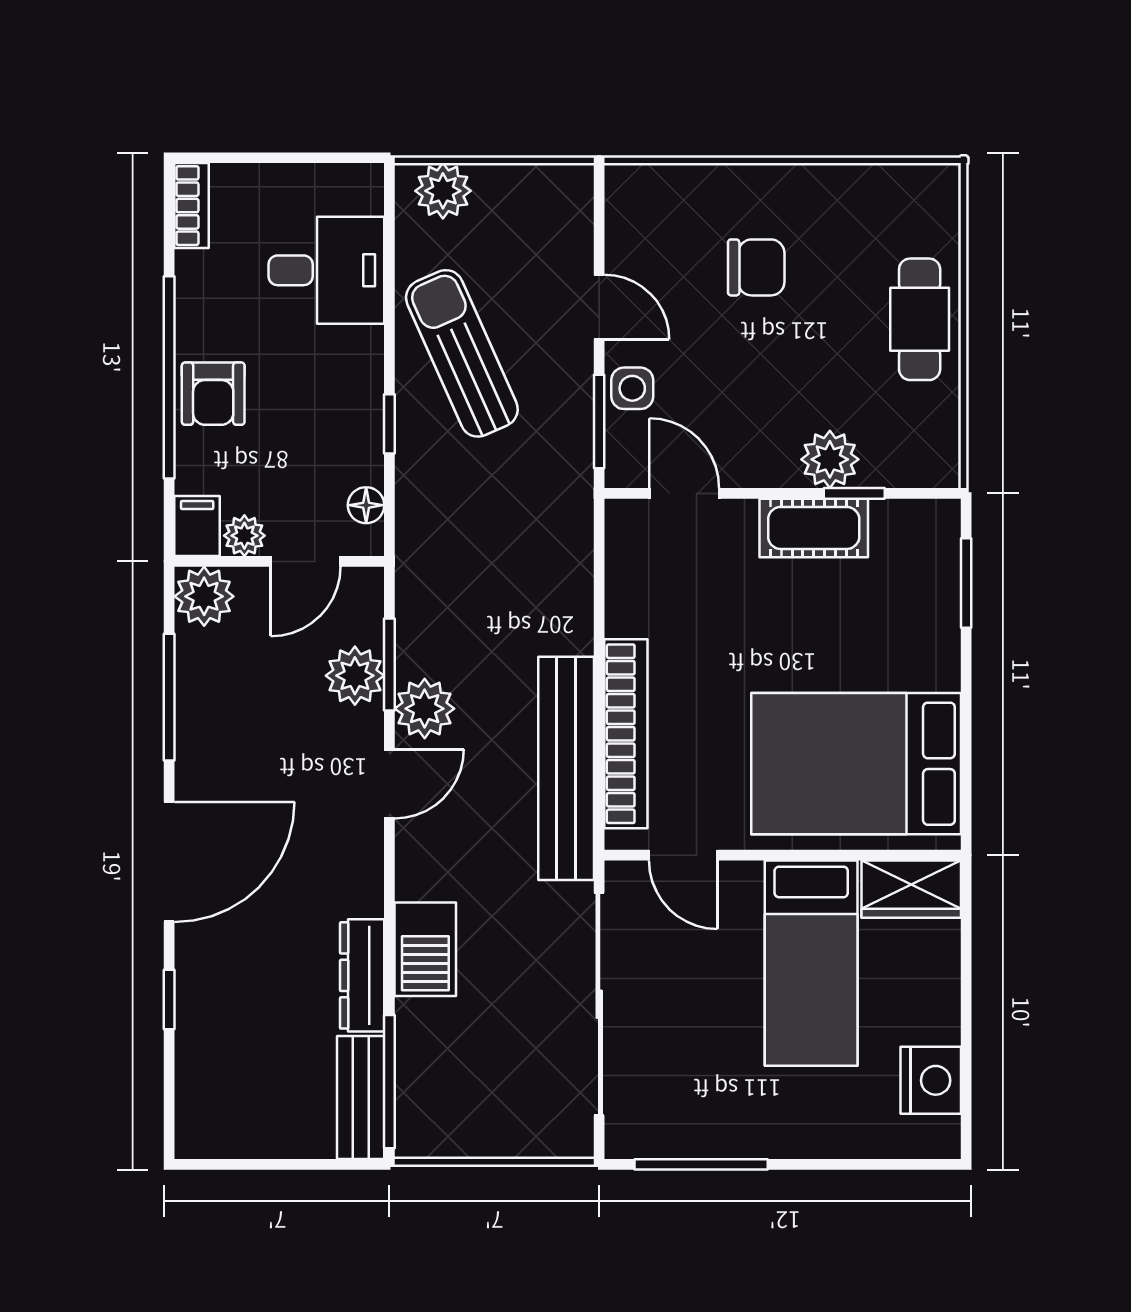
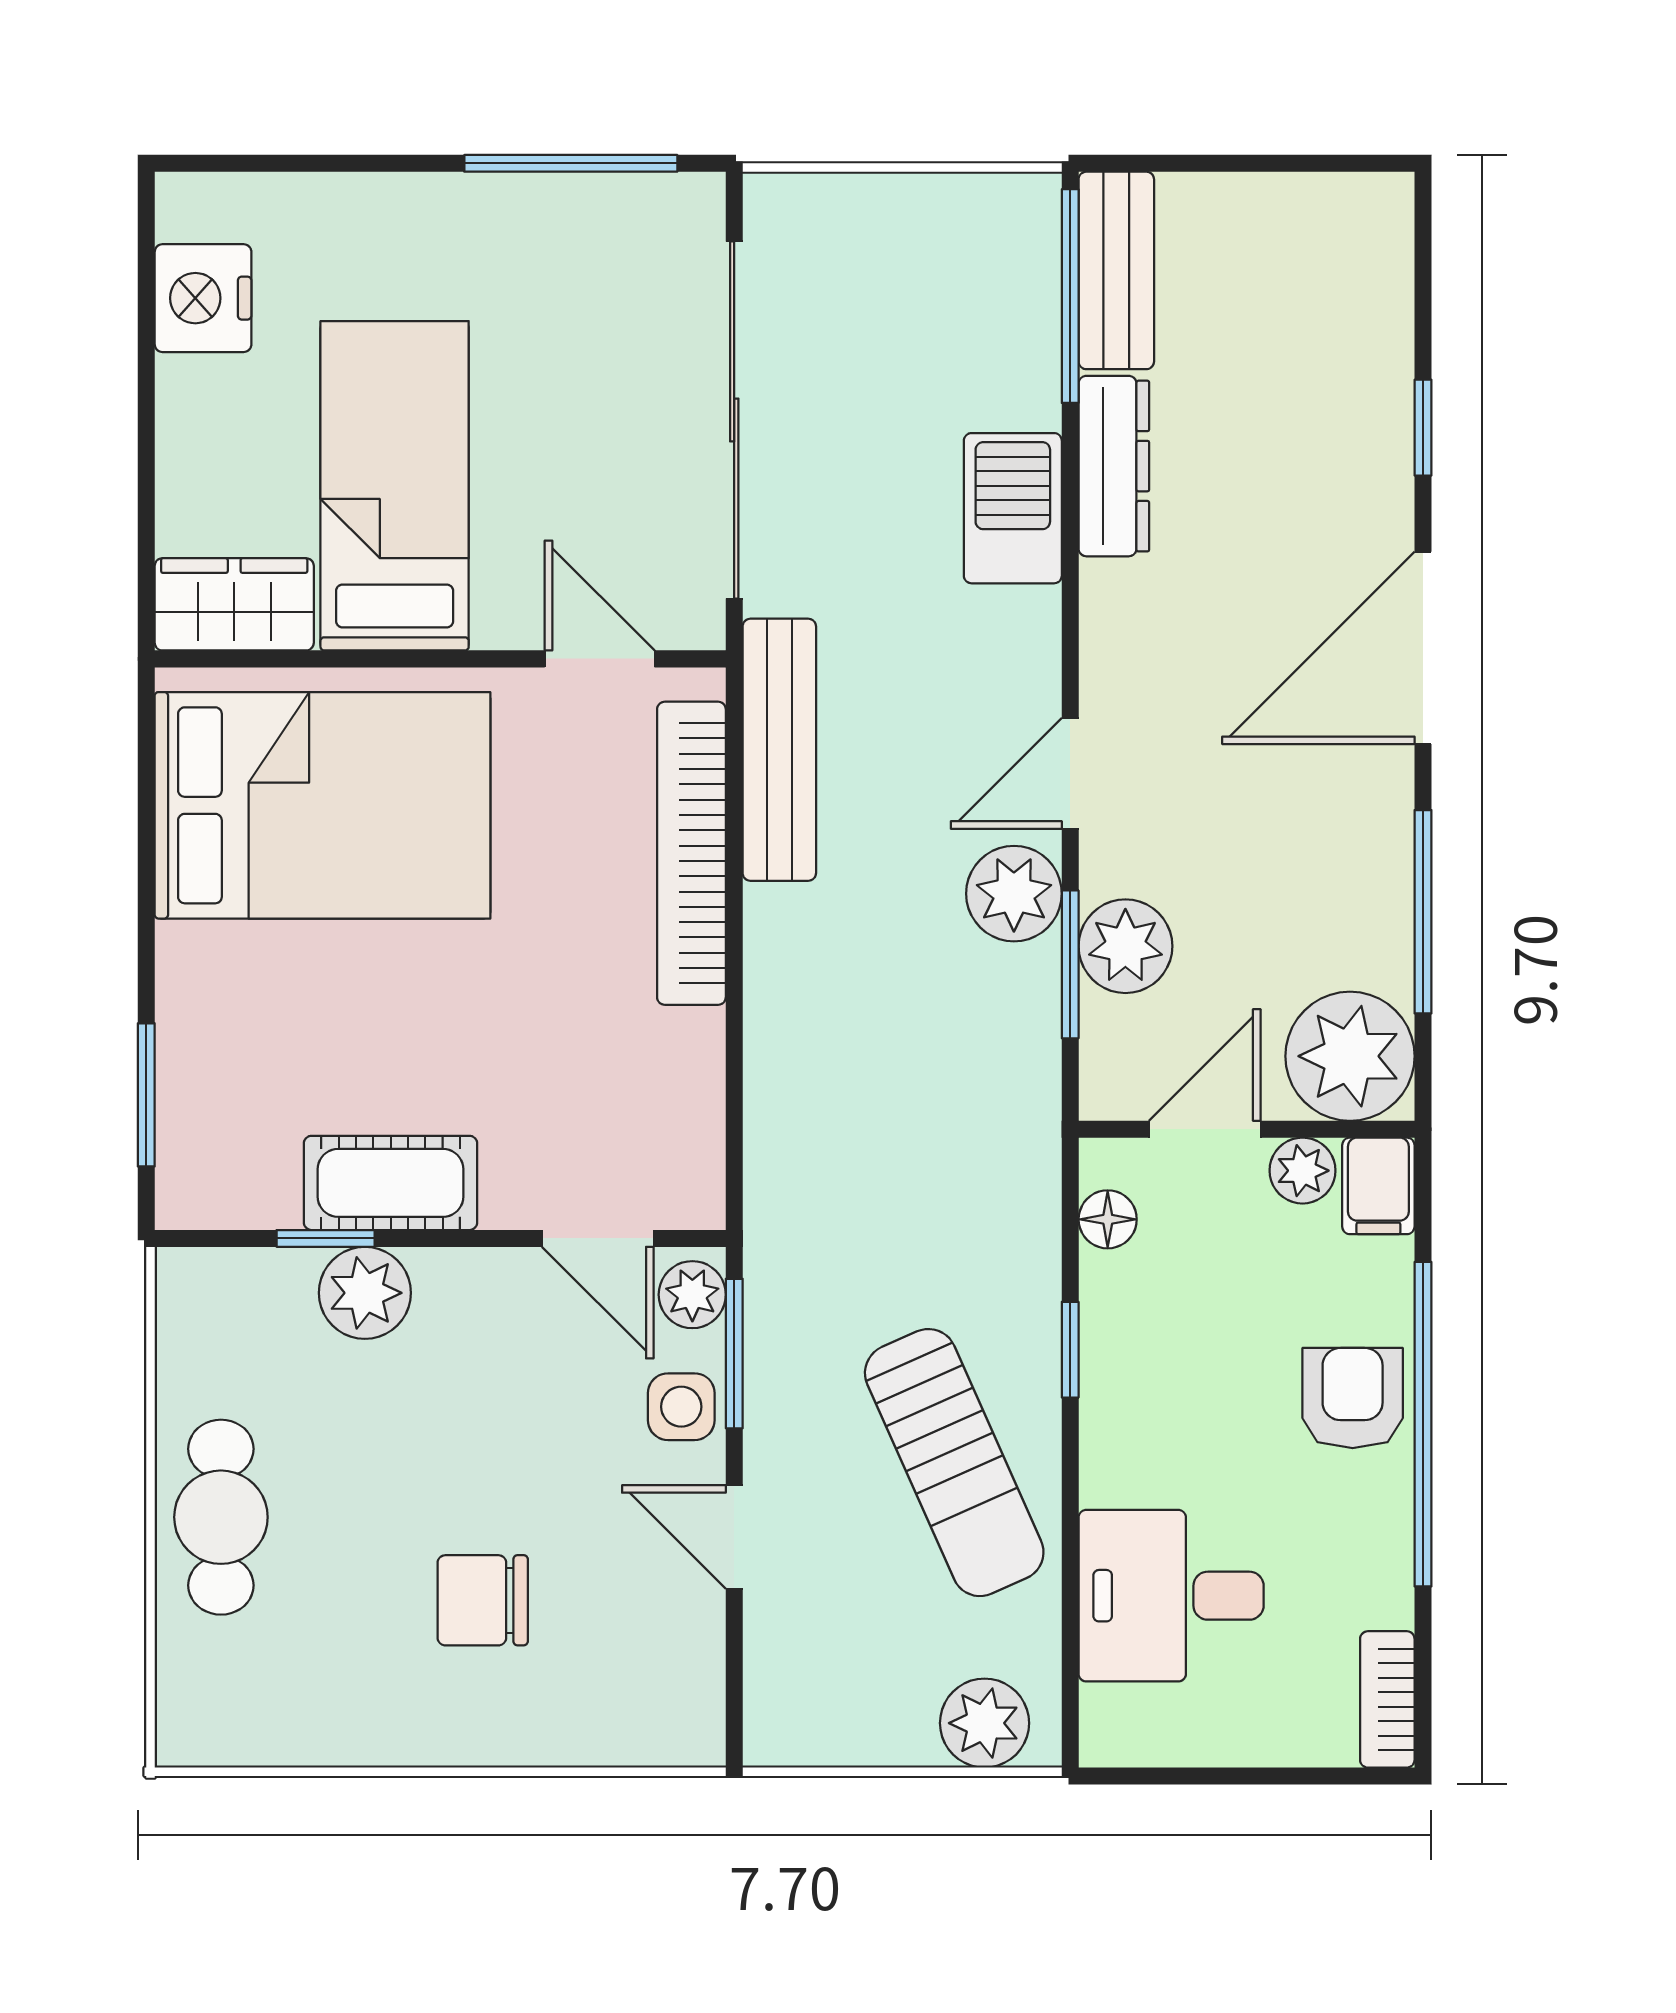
plant: (625, 458) -> (692, 1295), added
plant: (204, 596) -> (1350, 1056), width x1.36, depth x1.36
bench: (566, 768) -> (779, 750), width x0.73, depth x0.82

